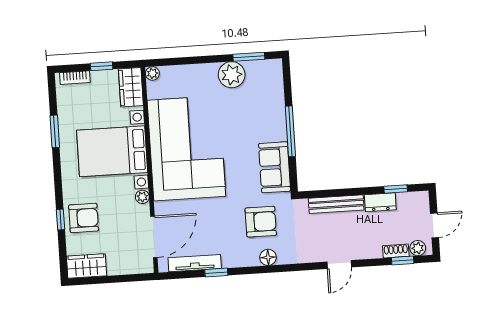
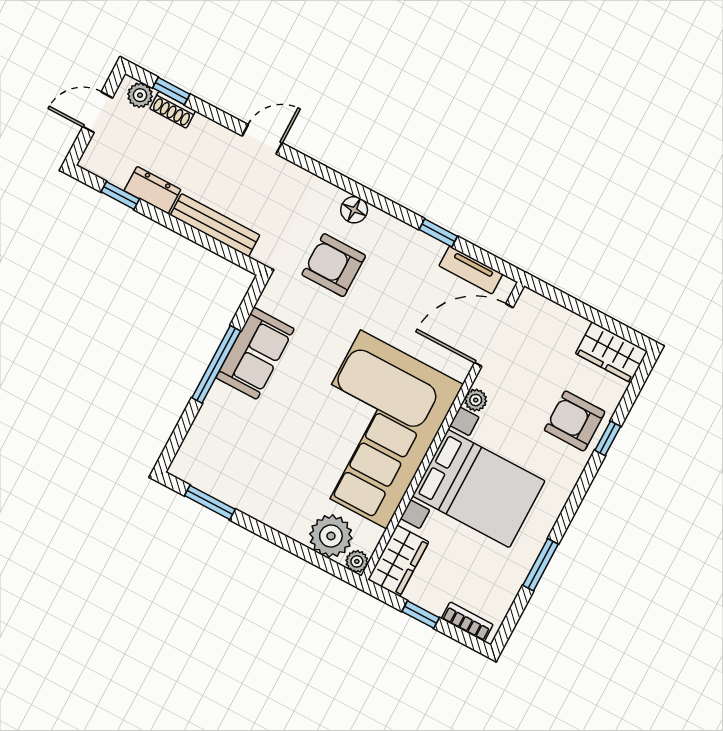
plant: (232, 75) -> (331, 536), moved
sofa: (275, 167) -> (255, 353), moved
tv unit: (195, 263) -> (471, 270), width x0.71

